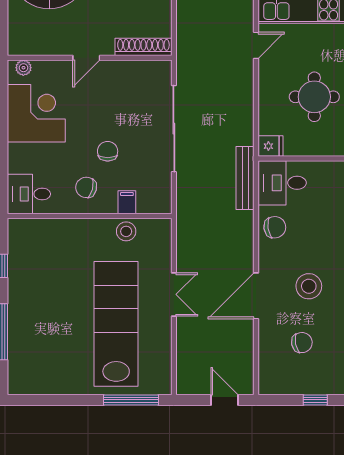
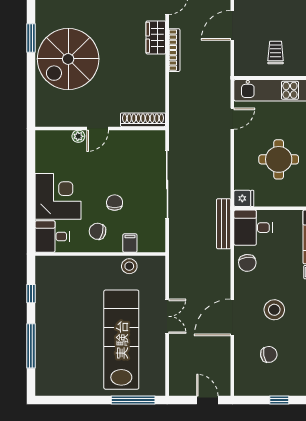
plant: (23, 68) -> (78, 136), moved
corner desk: (36, 113) -> (58, 196), moved
chair: (275, 227) -> (247, 263), turned 92

